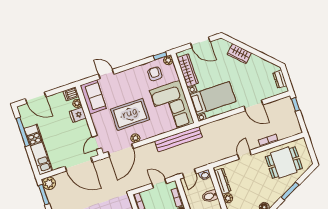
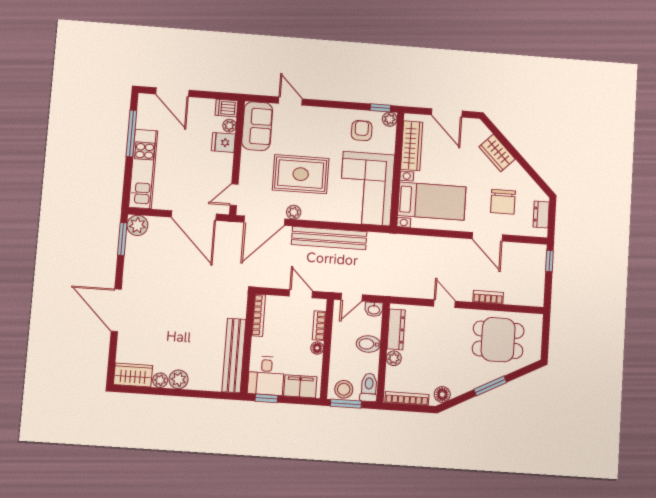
chair: (254, 81) -> (503, 202), added
bench: (178, 139) -> (329, 238), moved
door: (244, 155) -> (445, 304), hinge flipped

